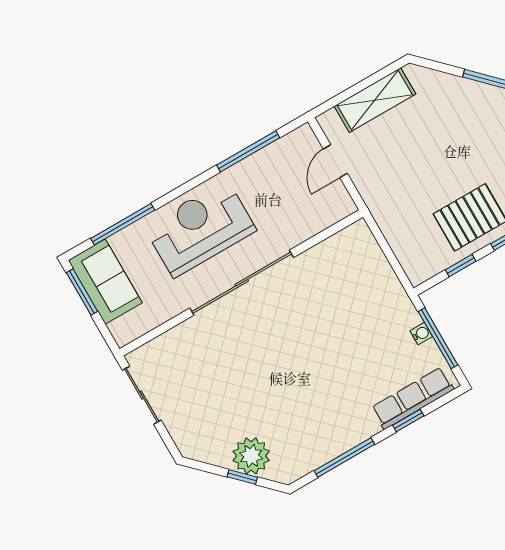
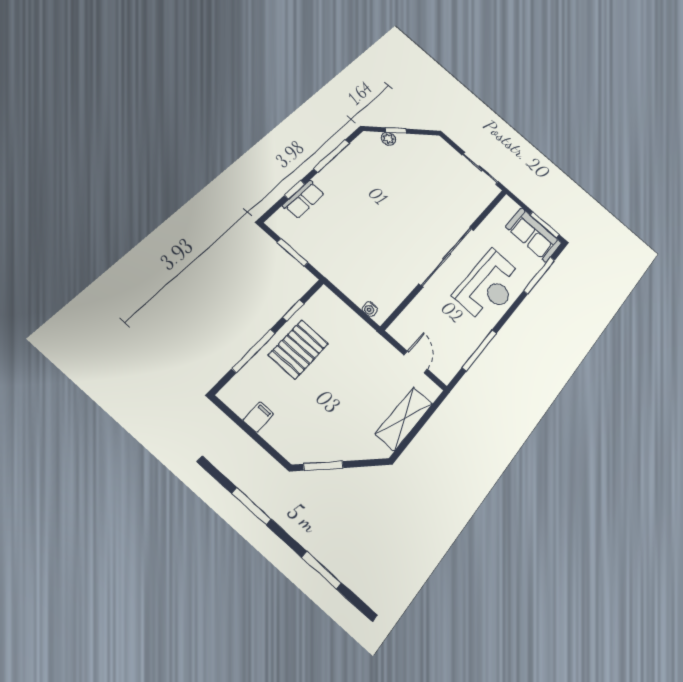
water cooler: (421, 334) -> (370, 309), moved
window: (438, 338) -> (292, 252), width x0.69
row of seats: (413, 398) -> (304, 199), width x0.68
plant: (251, 456) -> (388, 139), width x0.53, depth x0.53

